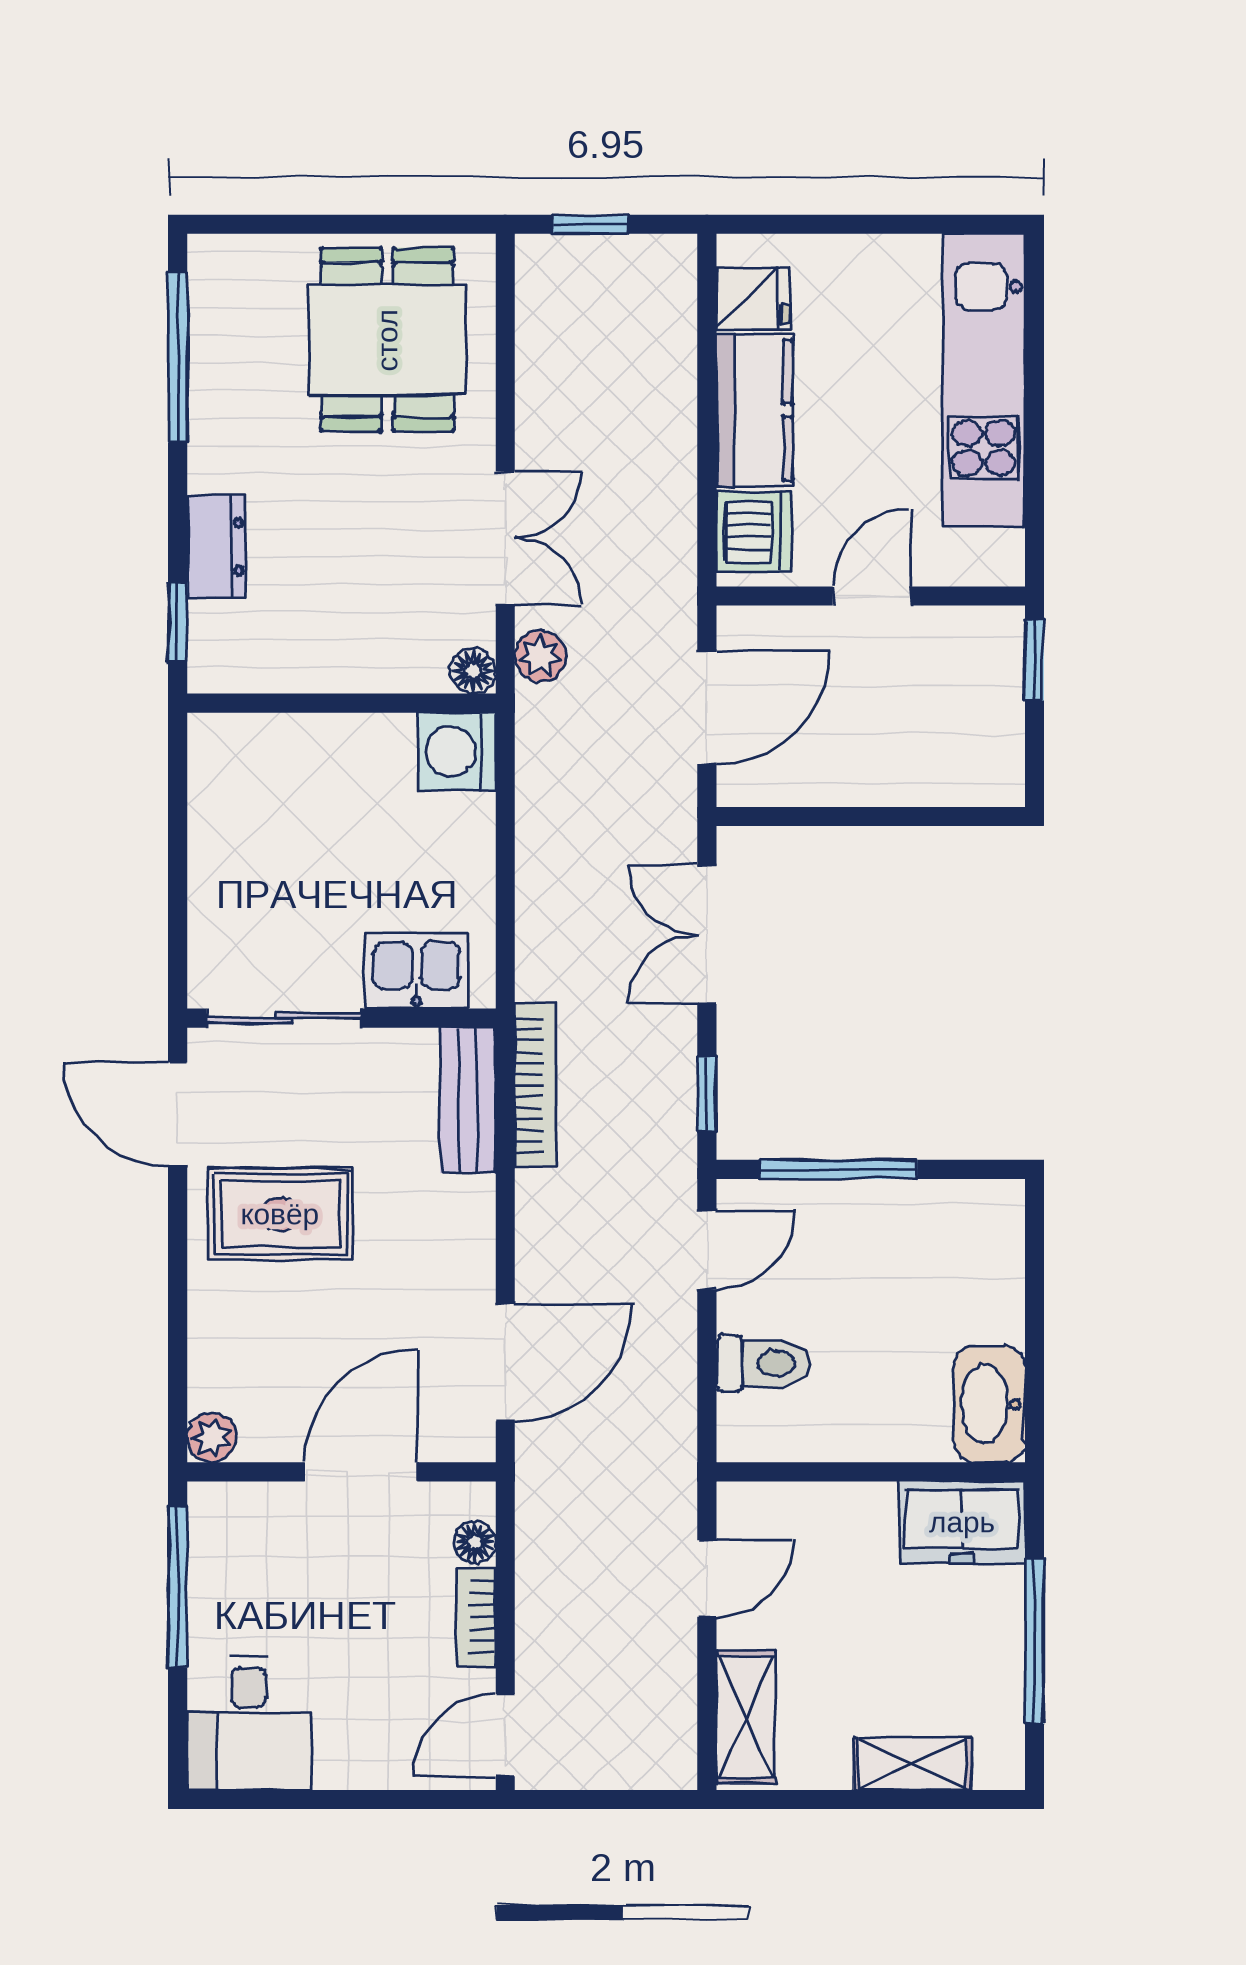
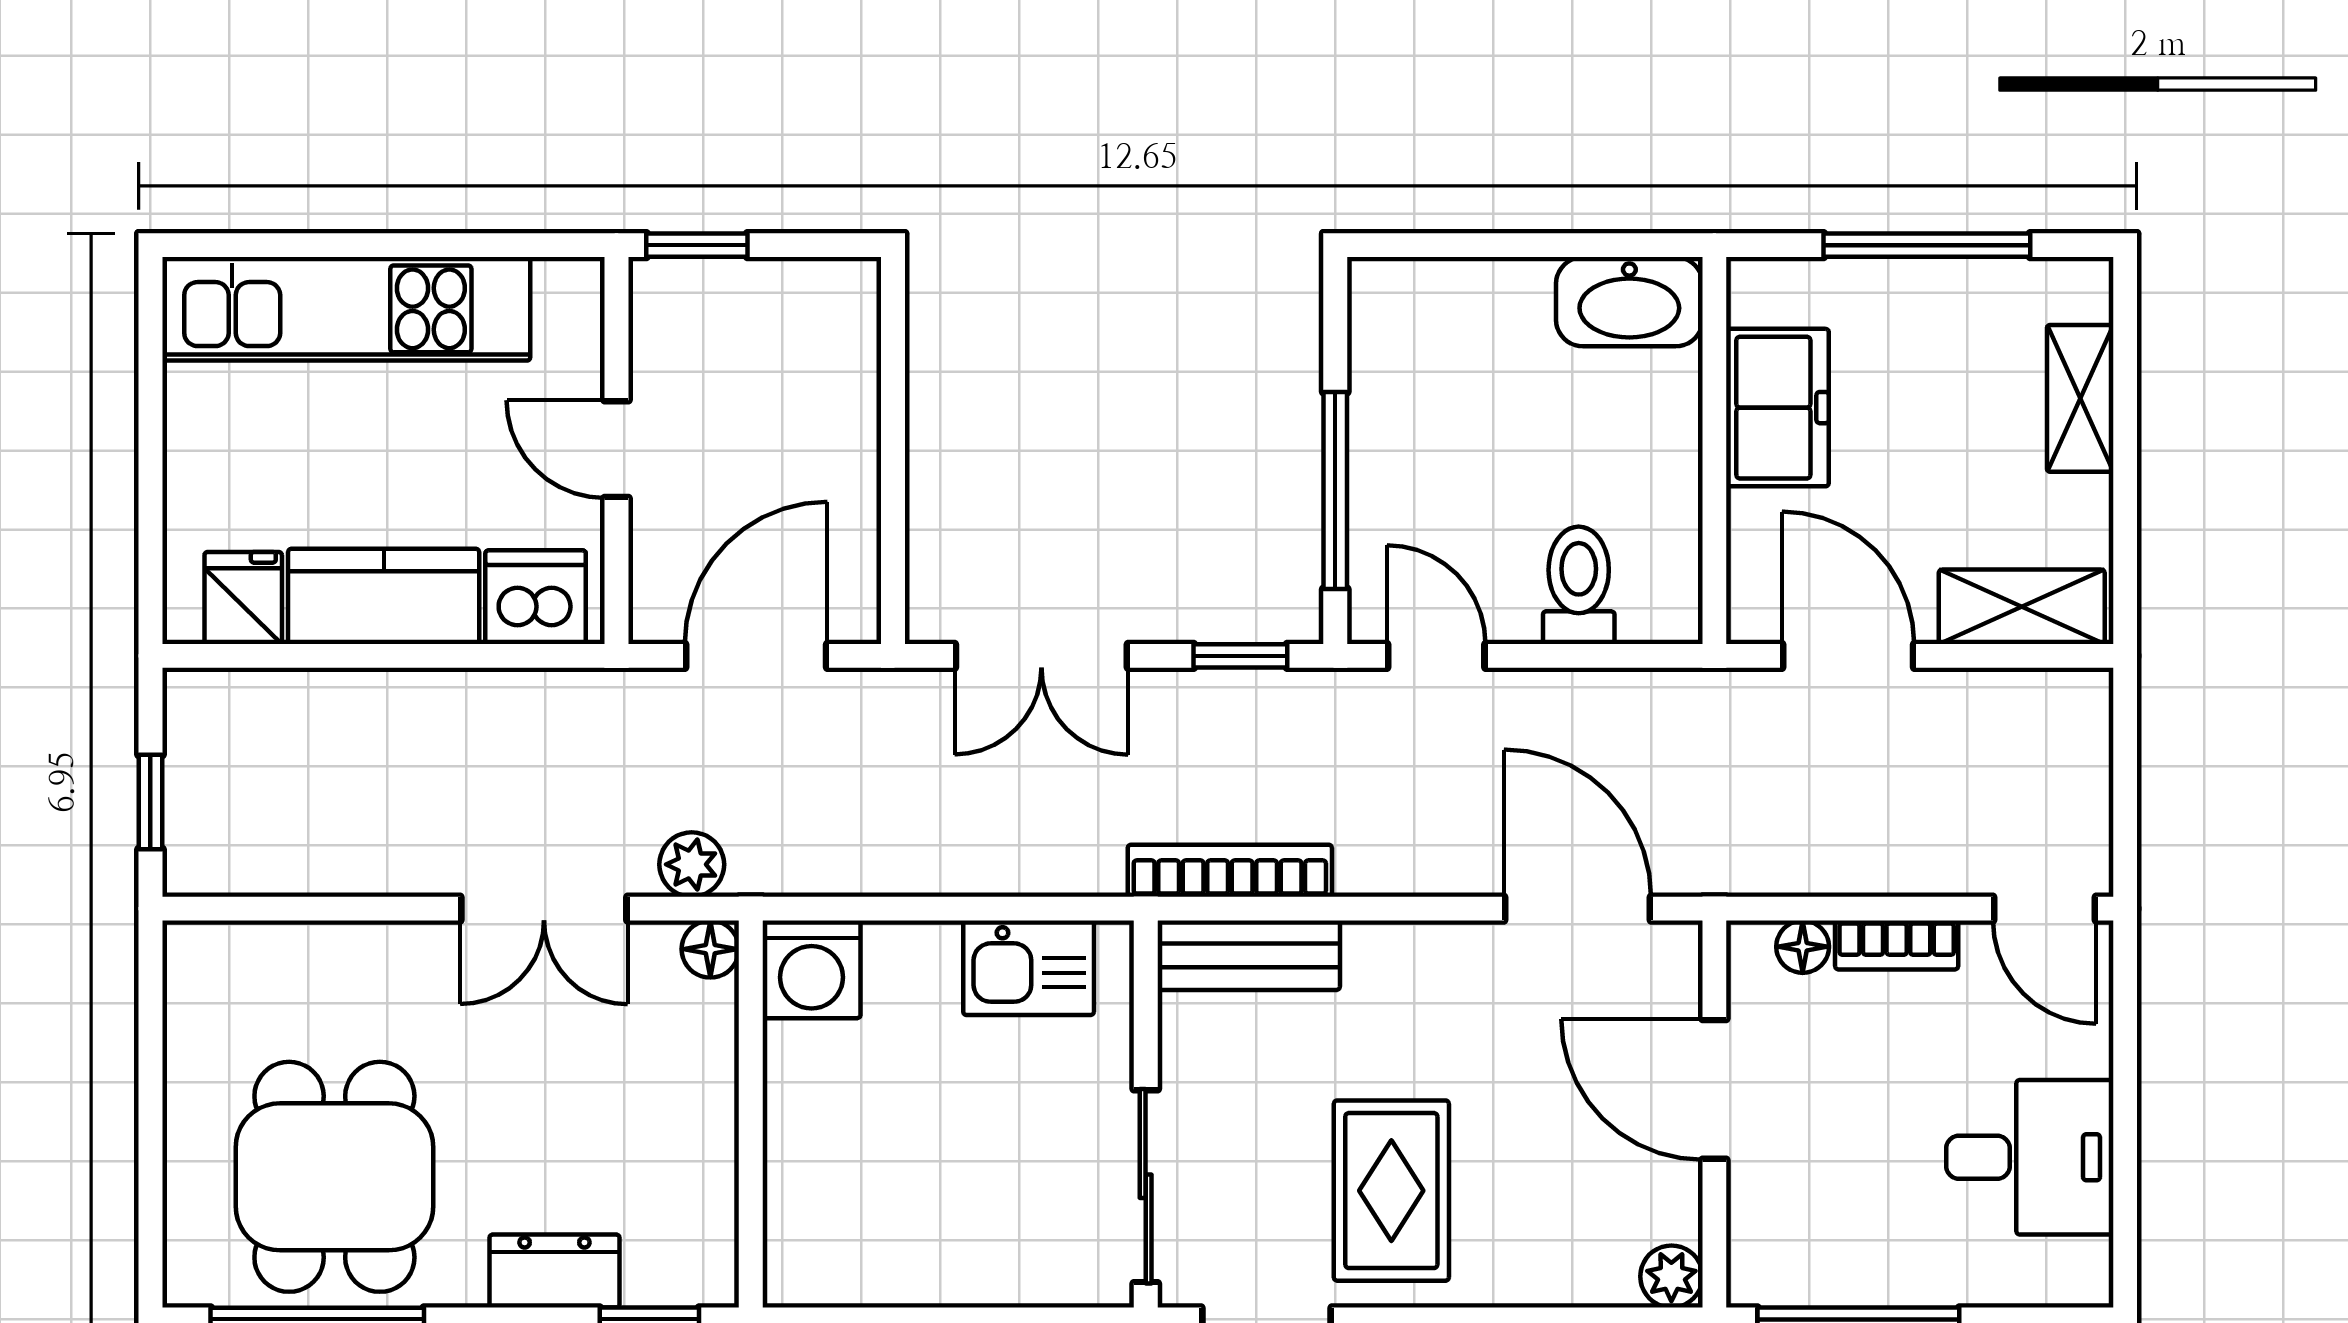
dining table: (387, 340) -> (334, 1177), moved, turned 90
double door: (505, 538) -> (544, 909), swing flipped
door: (707, 707) -> (756, 656), hinge flipped
kitchen sink: (417, 971) -> (1029, 968), moved, turned -90
freezer: (962, 1522) -> (1777, 408), moved
door: (707, 1579) -> (1848, 656), width x1.38
desk: (249, 1723) -> (2030, 1157), moved

